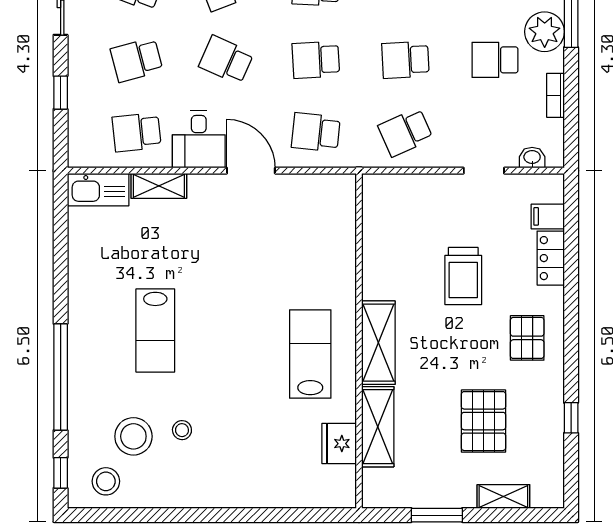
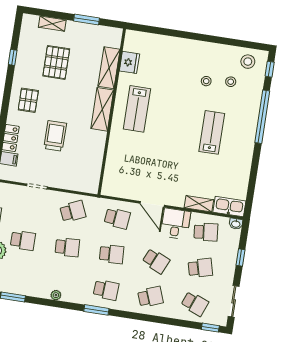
washbasin: (532, 158) -> (236, 224), moved
stool: (133, 436) -> (231, 82), width x0.53, depth x0.53

